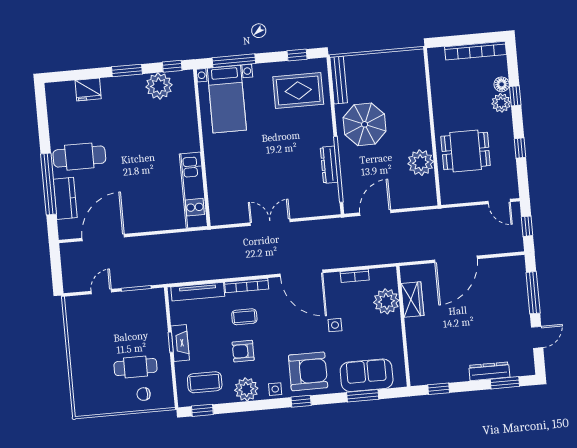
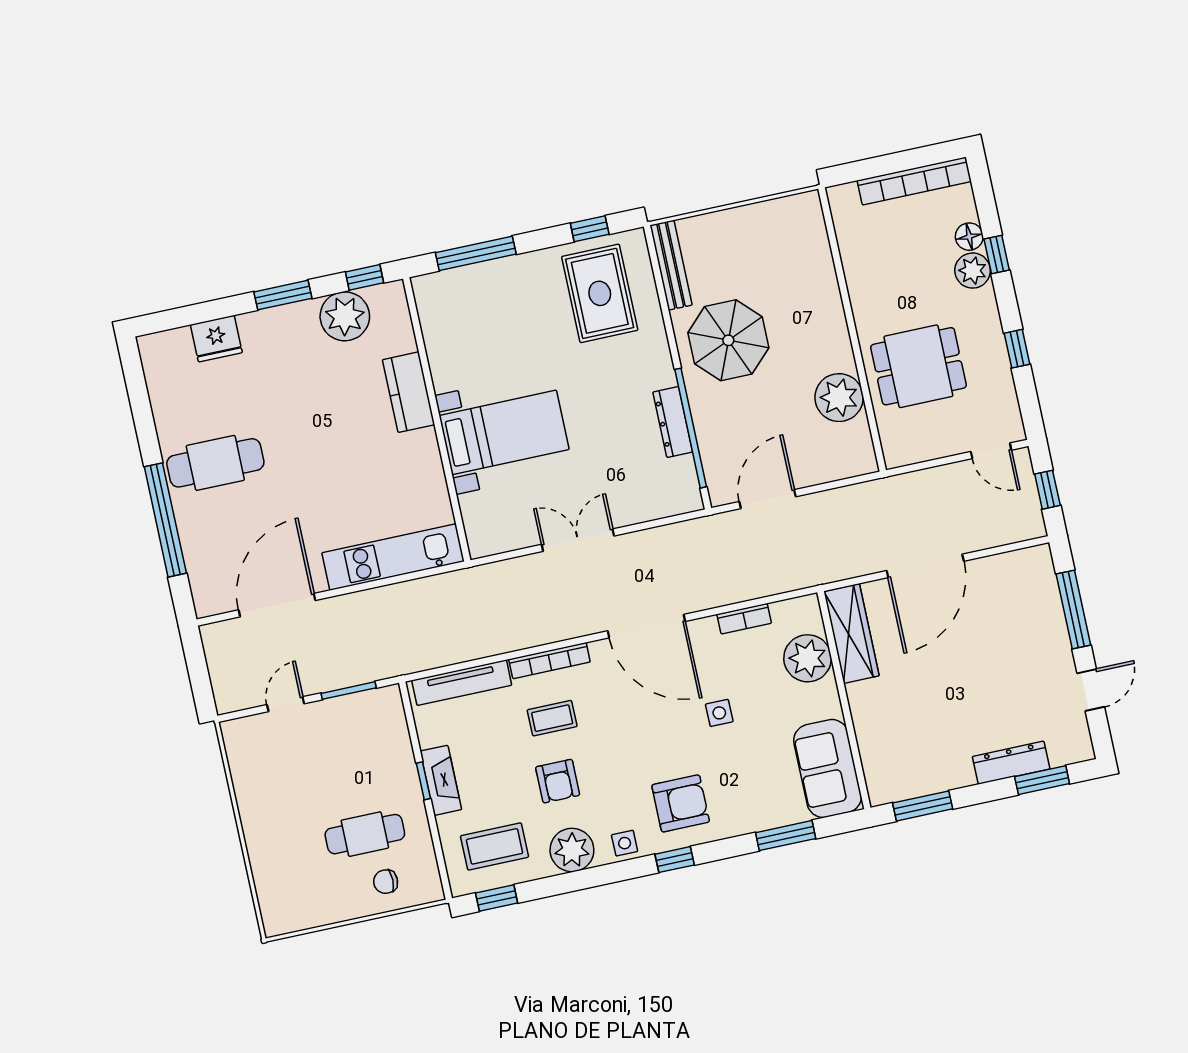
rug: (298, 90) -> (600, 293), turned 90
bed with nightstands: (227, 99) -> (504, 432), moved, turned -90
kitchen unit: (193, 190) -> (393, 557), moved, turned 90
kitchen counter: (65, 198) -> (409, 392), moved, turned 180
wardrobe: (412, 299) -> (851, 634), width x1.50
armchair: (243, 351) -> (558, 781), turned -90
armchair: (308, 371) -> (681, 803), width x0.73, depth x0.73
sofa: (367, 375) -> (828, 768), moved, turned -90
window: (439, 389) -> (923, 806), width x1.50

